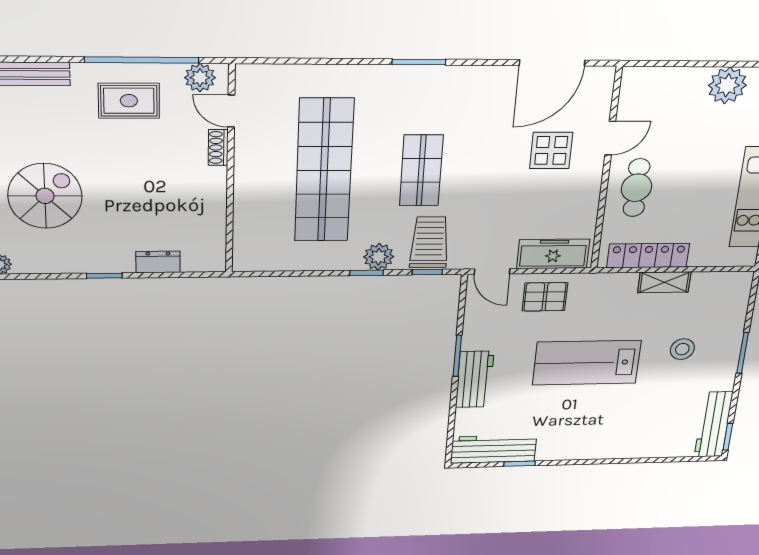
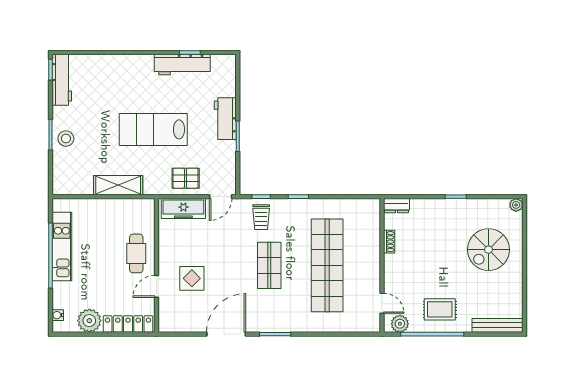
door: (552, 63) -> (226, 334), moved
shoe rack: (218, 147) -> (389, 242), moved
trolley: (429, 242) -> (261, 217), width x0.73, depth x0.72
locker: (648, 255) -> (128, 324), moved, turned 180
plant: (379, 257) -> (292, 208), removed
dresser: (158, 262) -> (397, 206), moved
door: (492, 271) -> (221, 197), swing flipped
shelving: (664, 282) -> (118, 185), width x1.50, depth x1.33
stool: (682, 349) -> (66, 139), moved
lab bench: (587, 363) -> (153, 129), turned 180
workbench: (494, 449) -> (182, 65), moved

